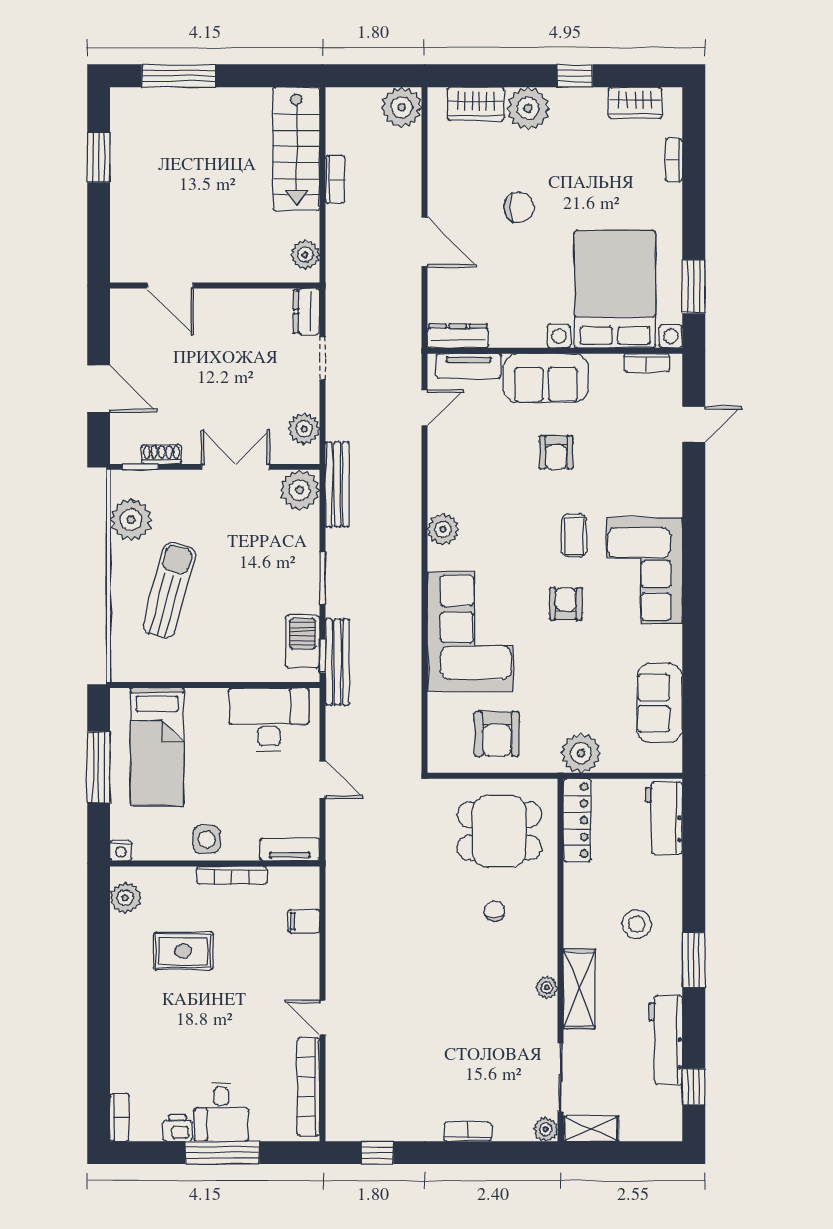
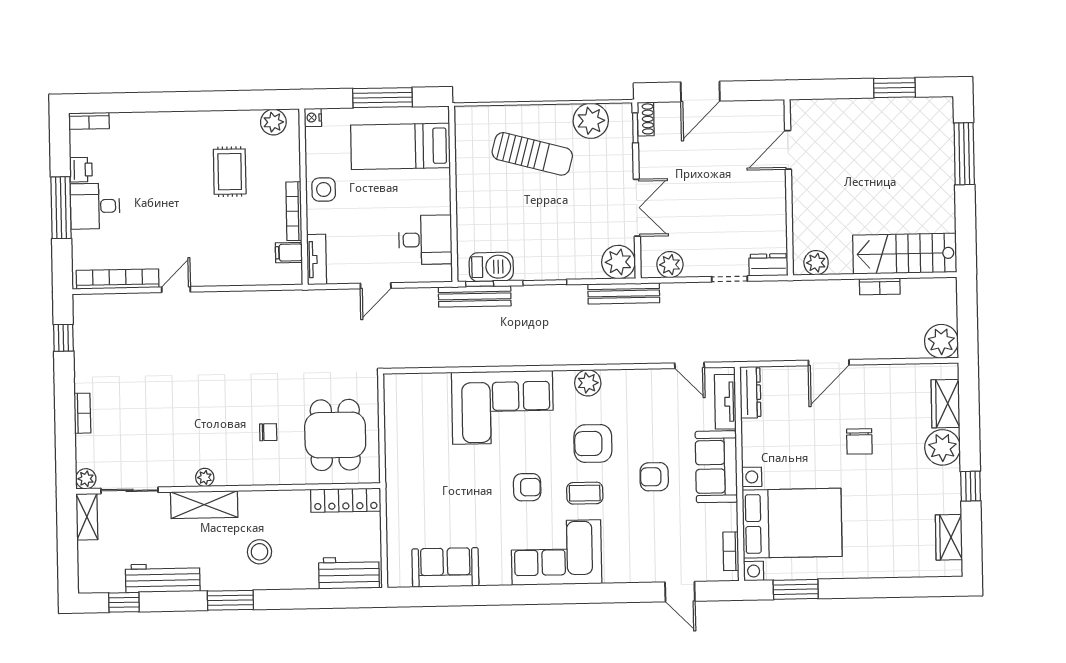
bookcase: (674, 160) -> (901, 571), removed
shoe rack: (162, 454) -> (646, 119), moved
desk: (269, 719) -> (425, 240), width x0.73
armchair: (497, 734) -> (593, 443), moved
plant: (581, 753) -> (402, 502), removed
filing cabinet: (304, 921) -> (289, 253), moved, turned -90

